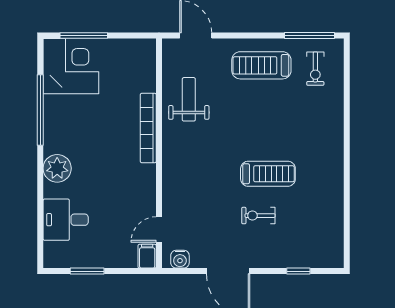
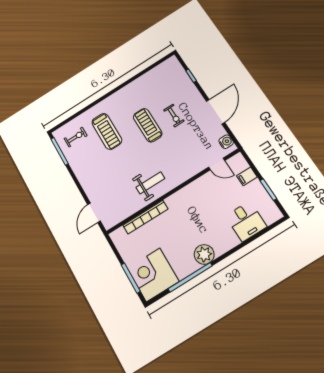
treadmill: (261, 65) -> (107, 131), moved
weight bench: (189, 99) -> (150, 183), moved, turned 180
bookcase: (148, 128) -> (145, 217), moved
plant: (57, 168) -> (204, 254), moved
filing cabinet: (147, 256) -> (247, 176), moved

